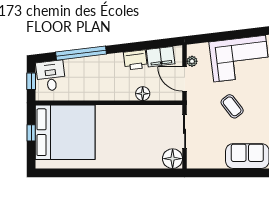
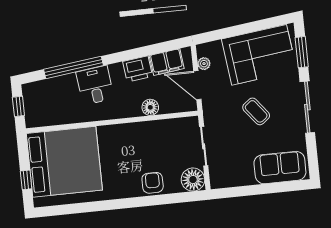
desk: (51, 76) -> (95, 85), moved
window: (31, 133) -> (26, 180), moved
armchair: (138, 158) -> (153, 183), added

